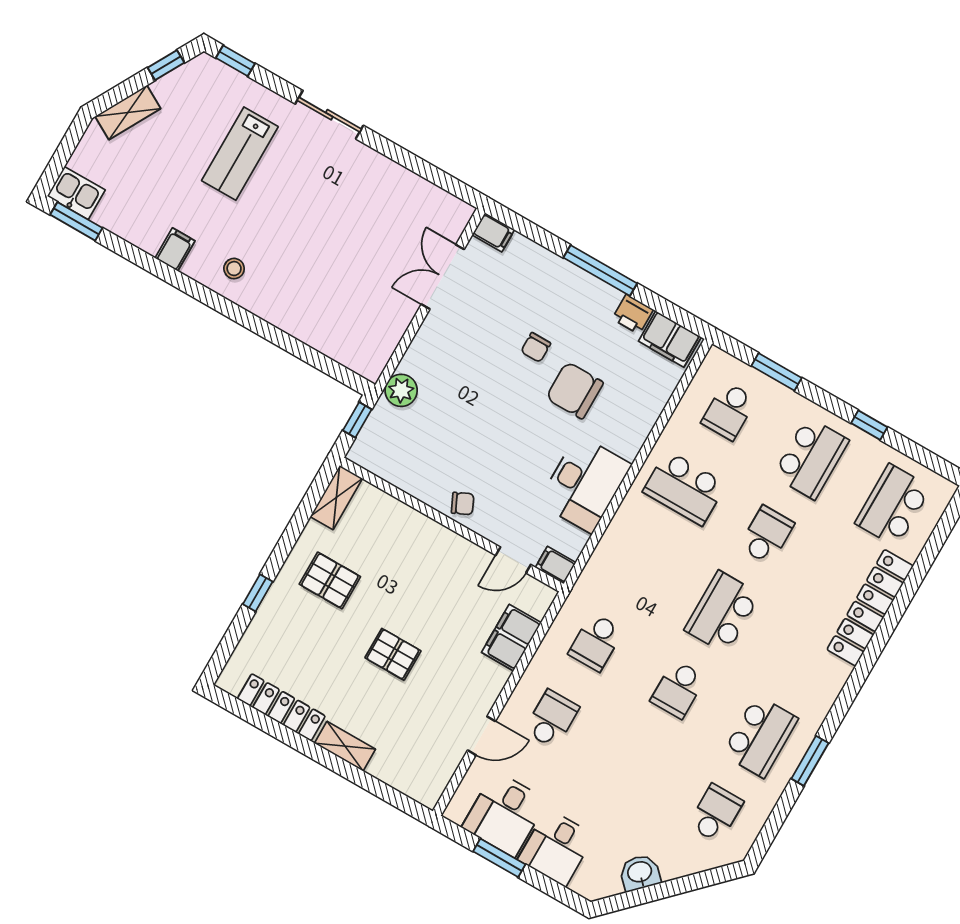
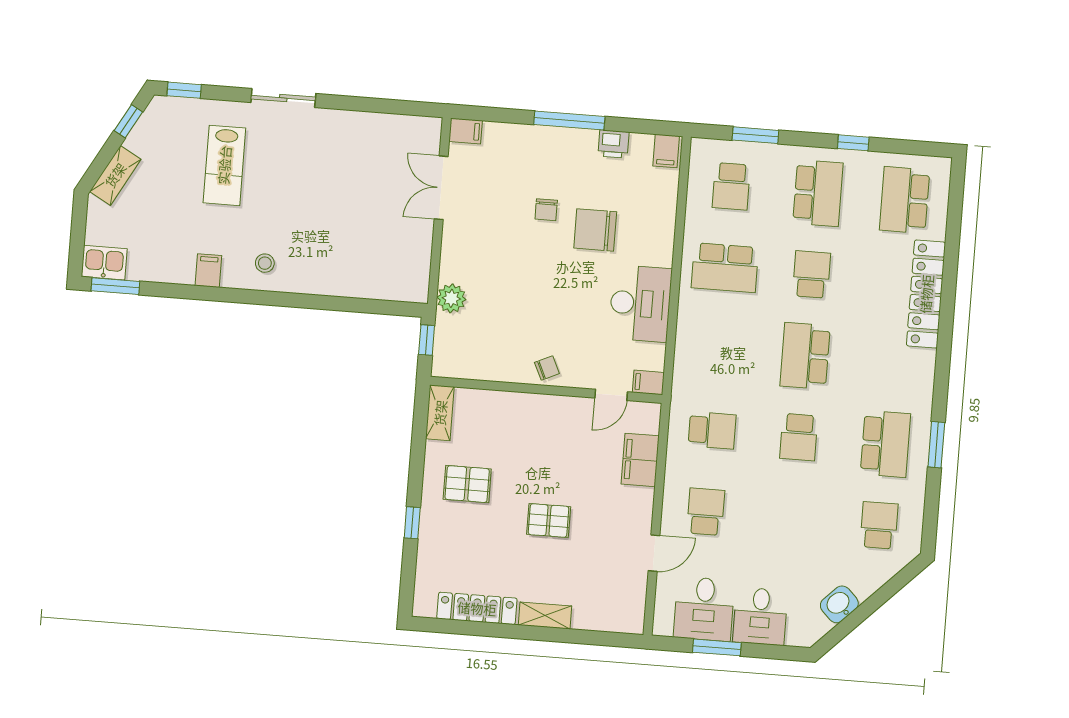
filing cabinet: (670, 339) -> (666, 151), width x0.50
school desk: (596, 642) -> (712, 430), turned -90

